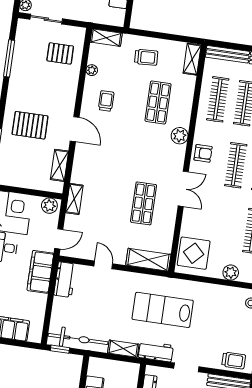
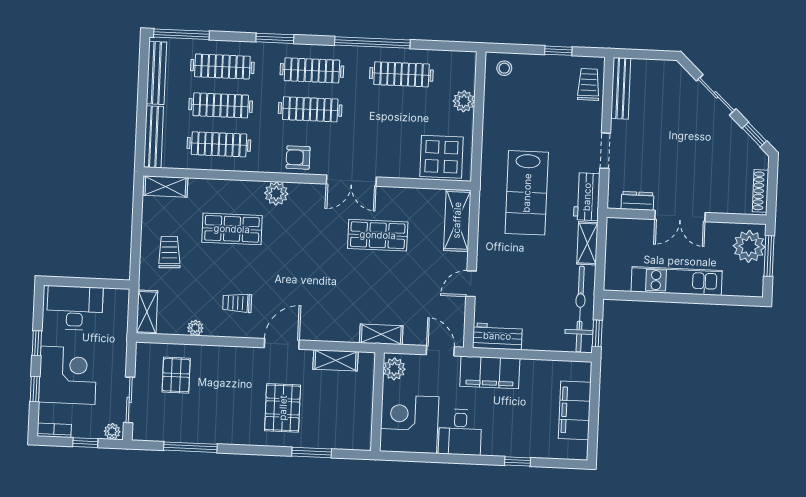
armchair: (203, 153) -> (298, 157), turned -90
double door: (183, 189) -> (351, 181), swing flipped

